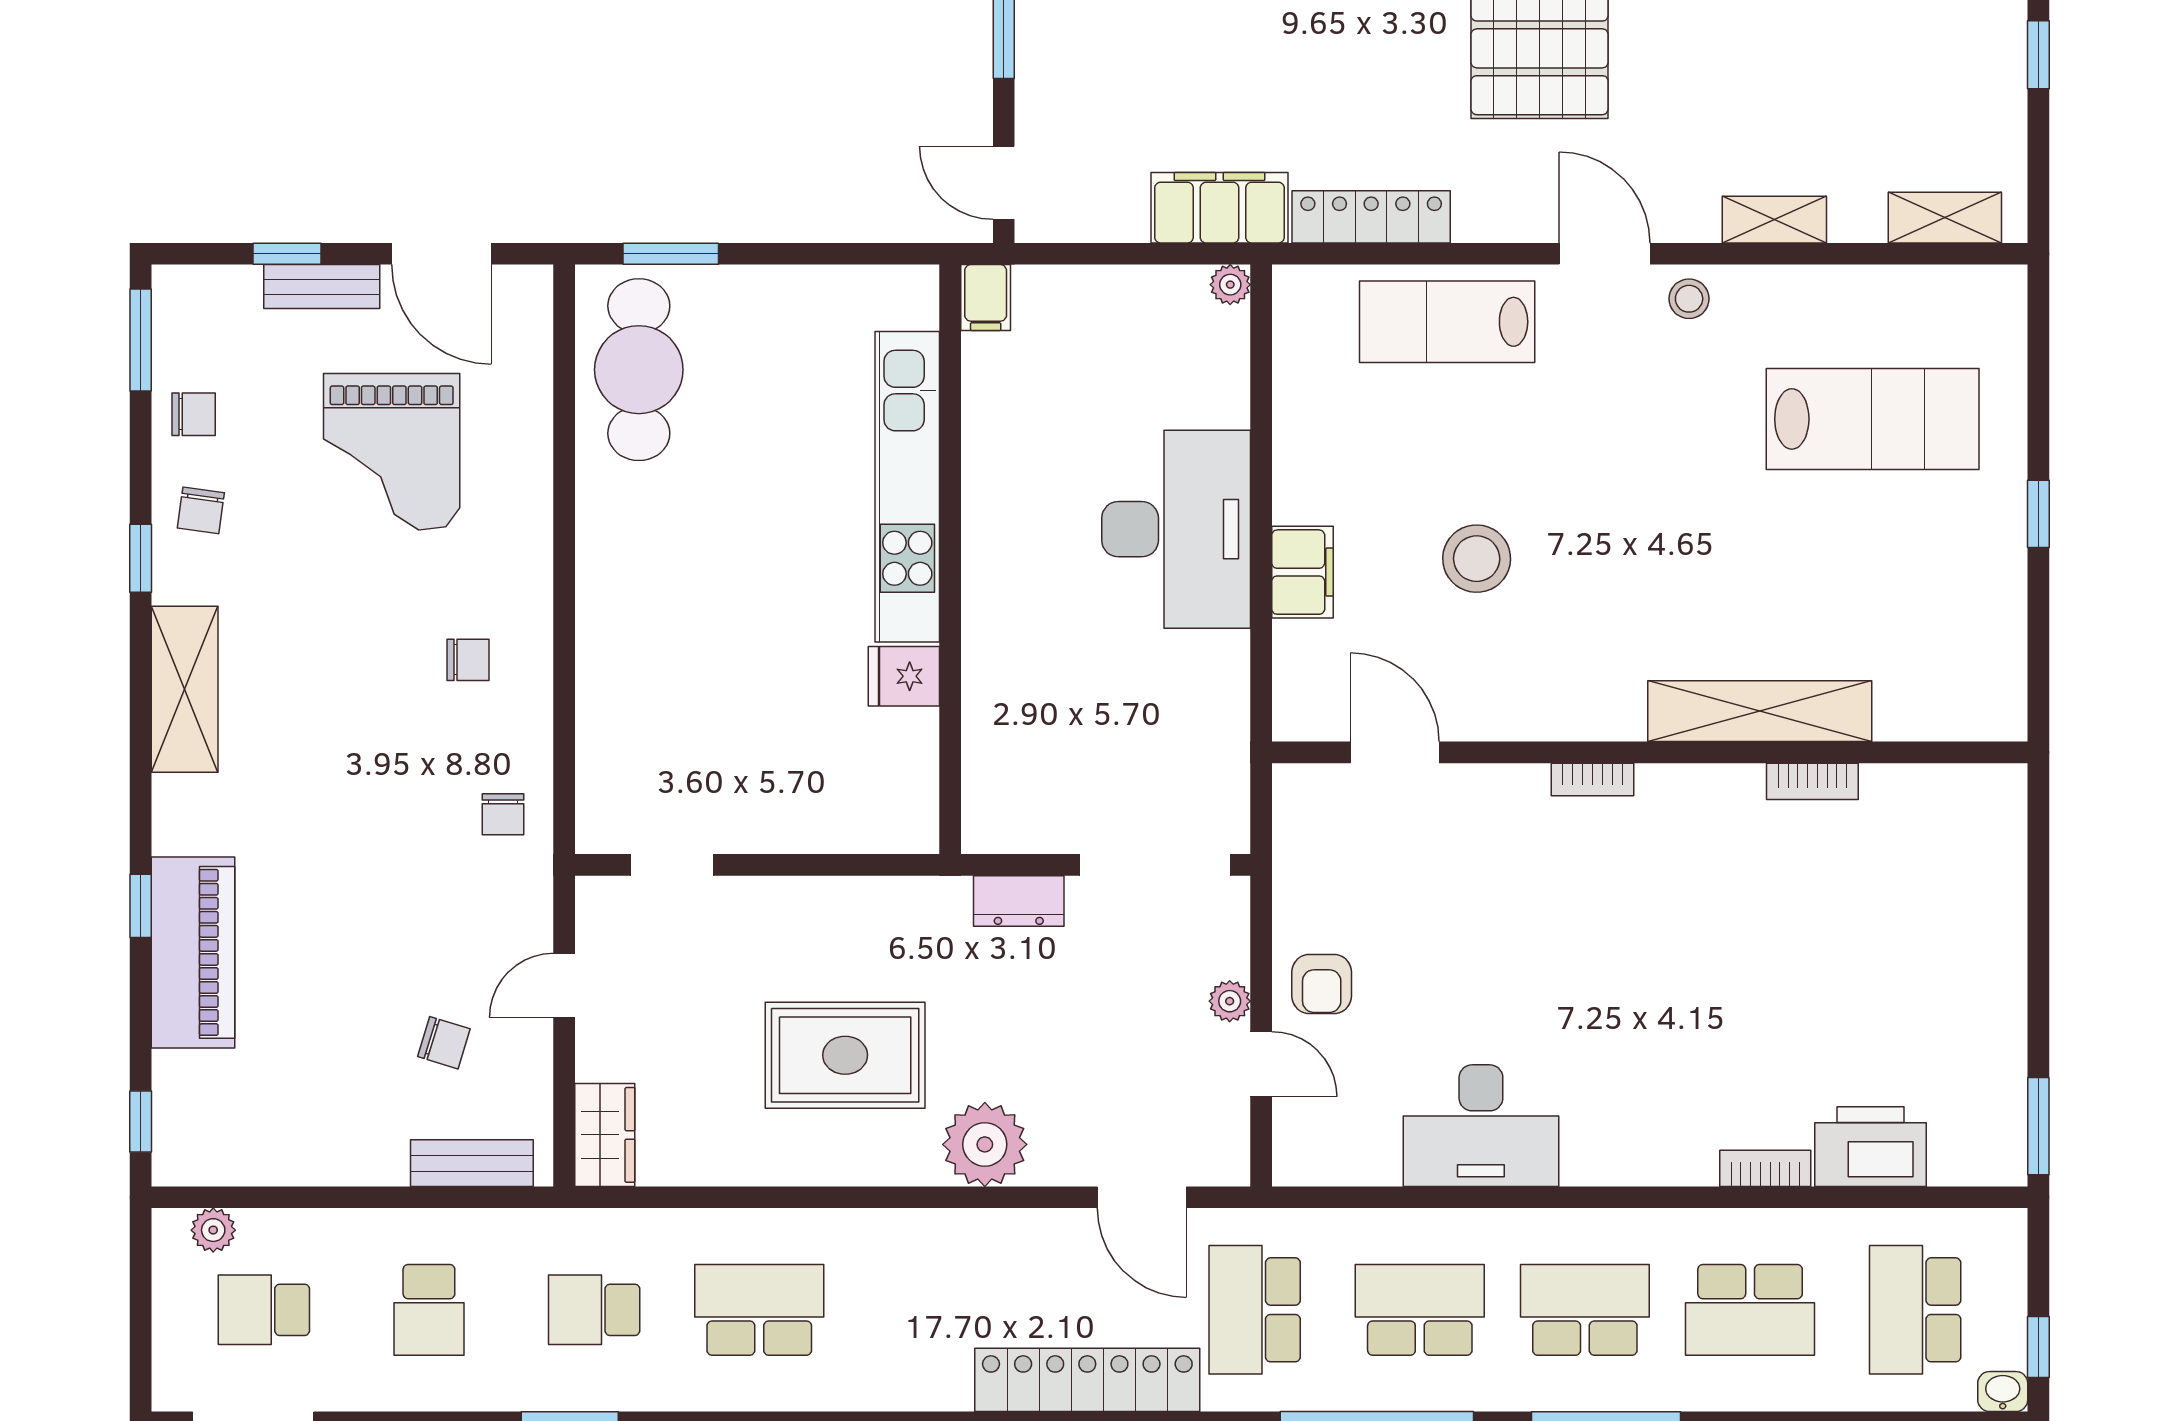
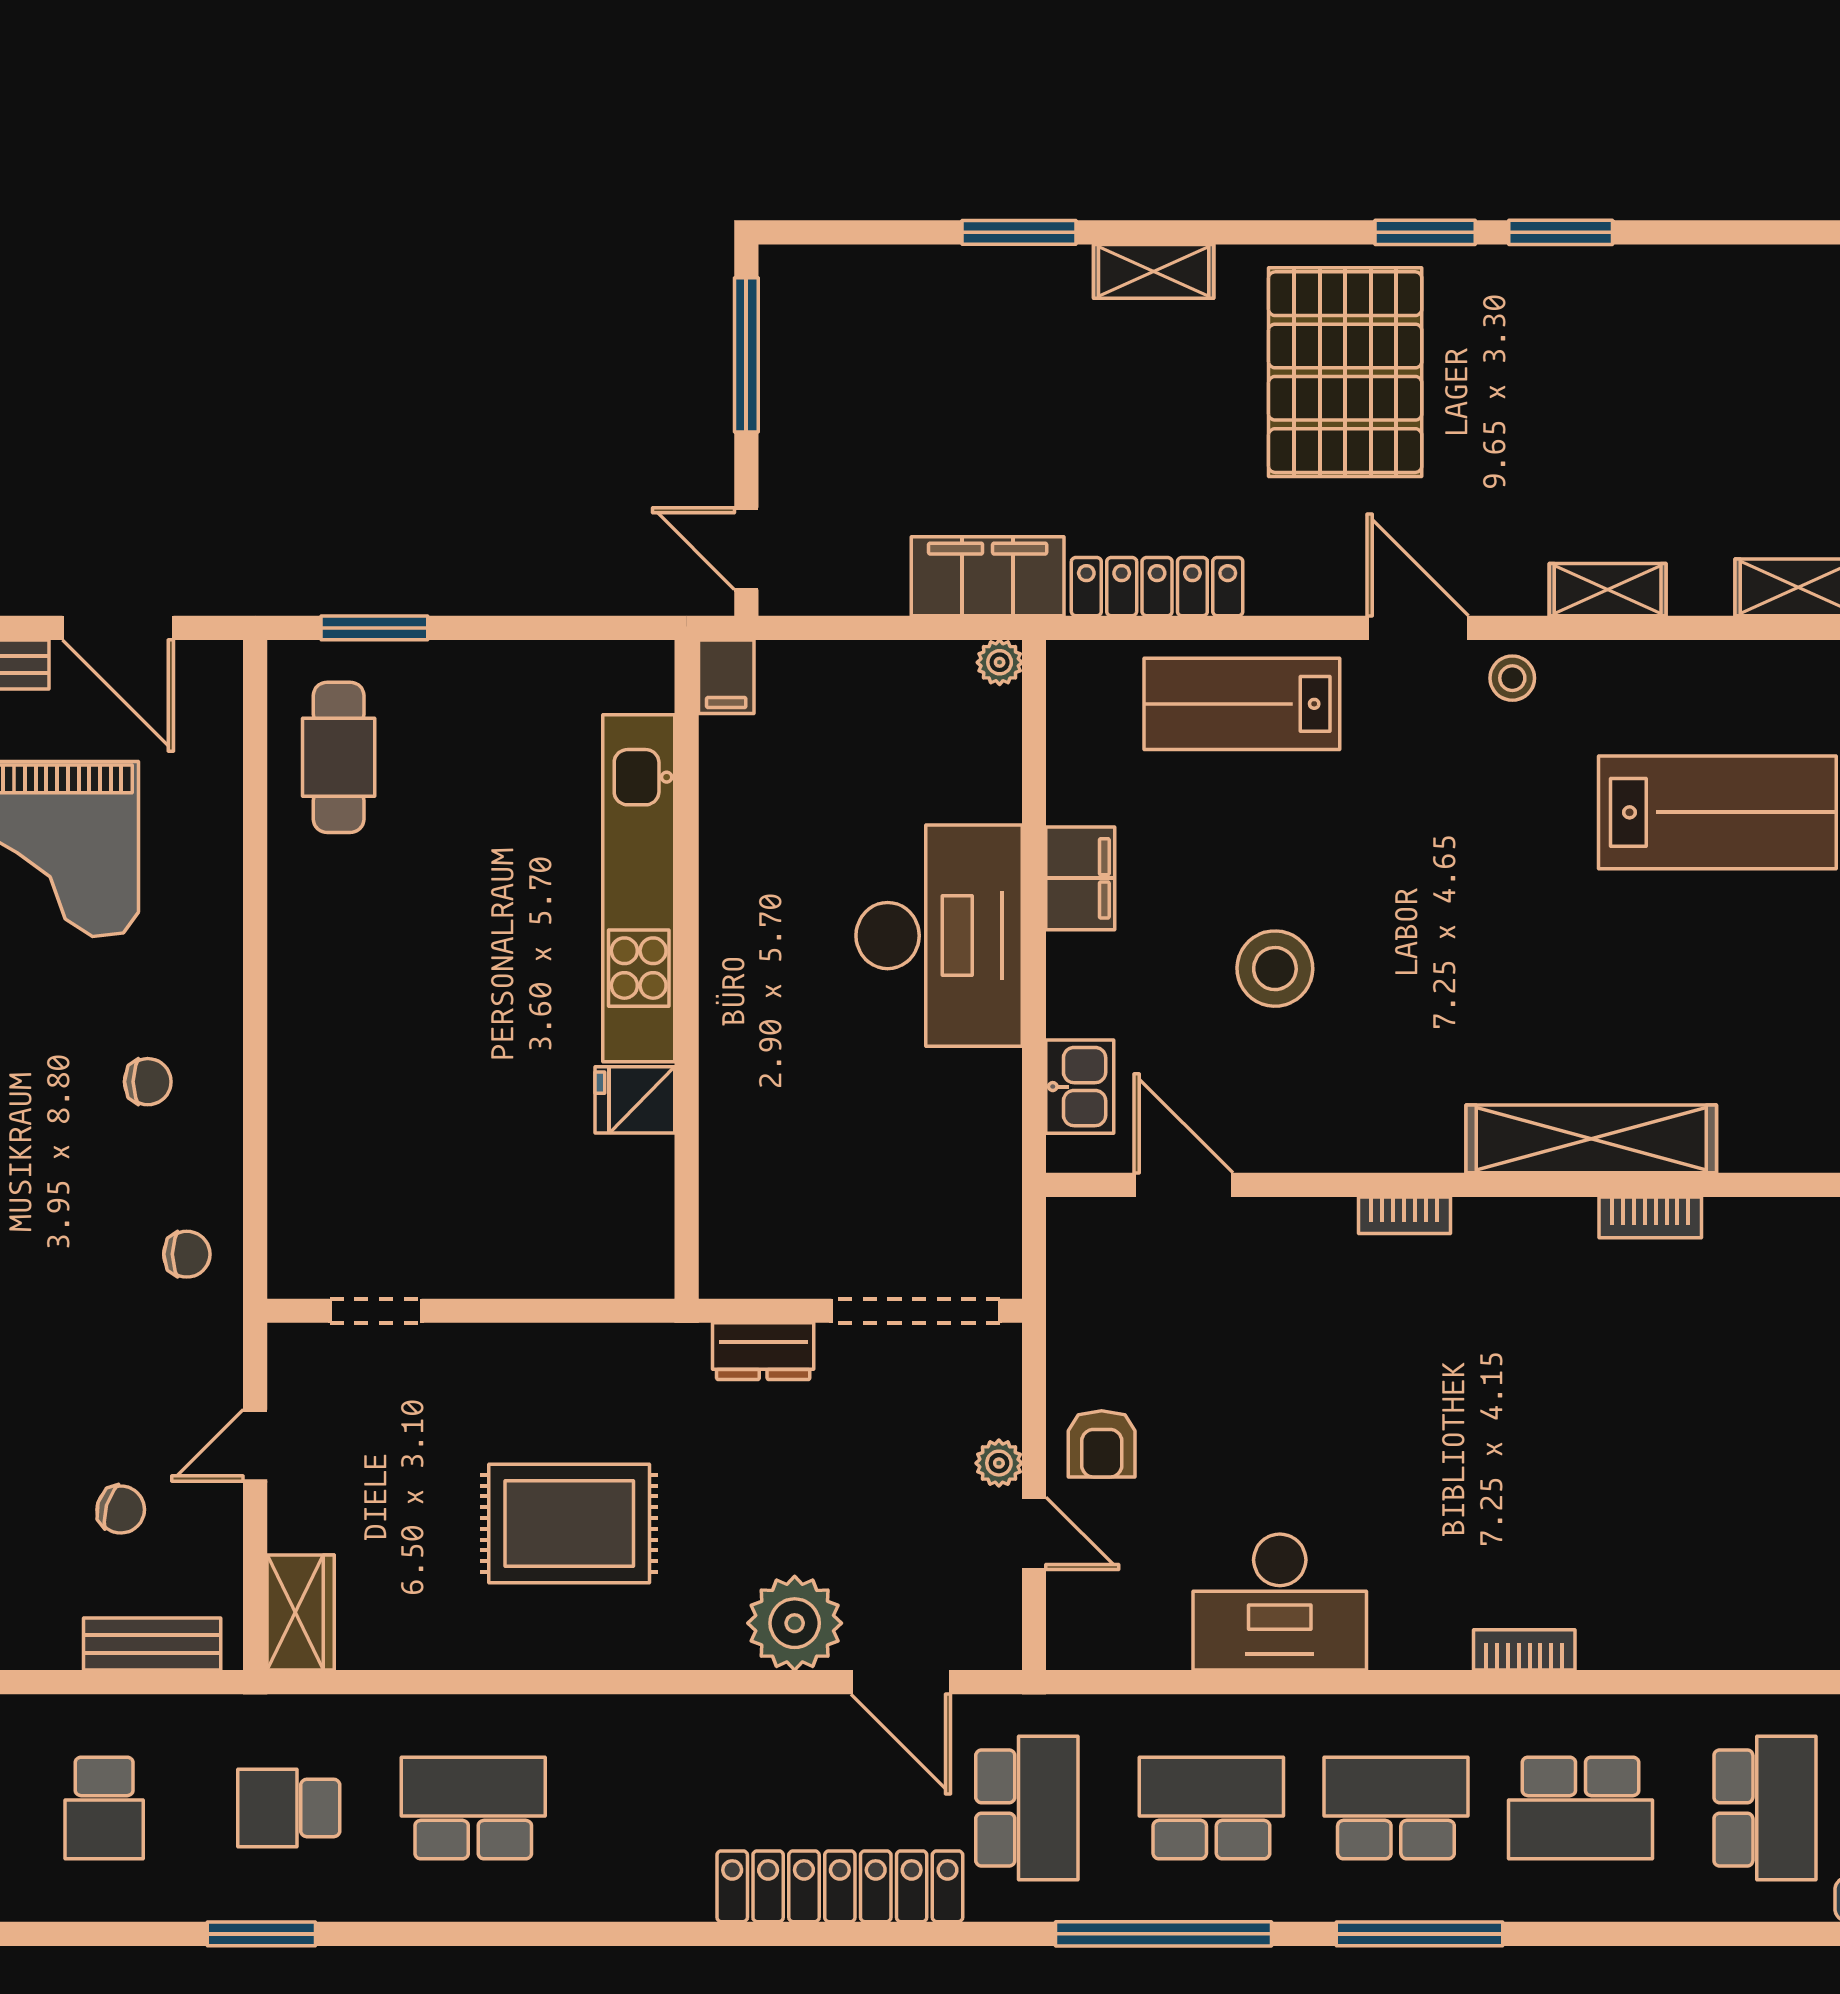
cafe table: (639, 370) -> (339, 757), width x0.73, depth x0.74
filing cabinet: (1302, 572) -> (1080, 878), moved
kitchen sink: (1302, 664) -> (1080, 1087), added
chair: (503, 814) -> (187, 1254), turned -90
plant: (985, 1144) -> (795, 1623), moved
printer: (1871, 1147) -> (1715, 1626), removed
bookcase: (1765, 1168) -> (1524, 1650), moved
school desk: (1255, 1310) -> (1027, 1808), turned 180
school desk: (1915, 1310) -> (1765, 1808), turned 180

